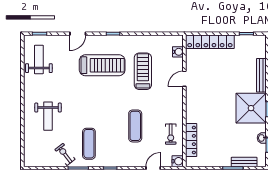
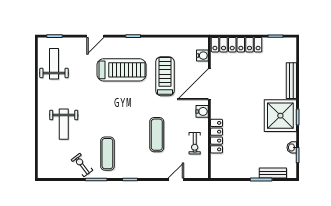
door: (184, 79) -> (209, 84), width x1.88
locker: (191, 140) -> (216, 136), moved
water cooler: (178, 161) -> (202, 111), moved

